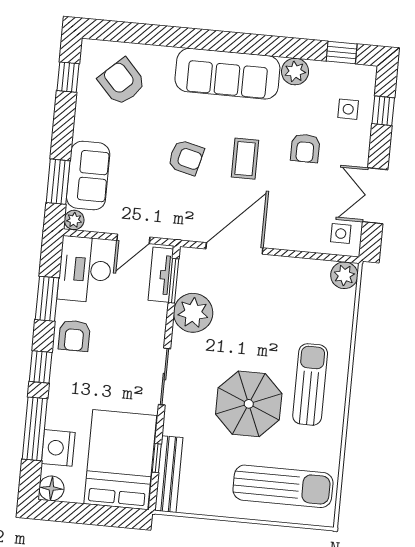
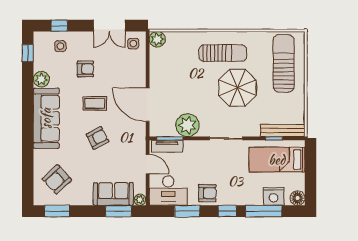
window: (68, 77) -> (57, 211), width x1.50
armchair: (186, 158) -> (97, 138), turned 49
sun lounger: (310, 384) -> (223, 53), turned 180
bed: (120, 460) -> (277, 160), width x0.67

